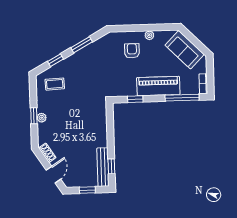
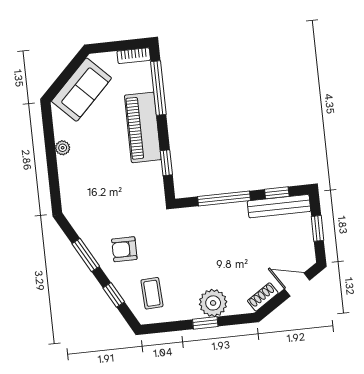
armchair: (132, 51) -> (124, 249), moved
plant: (42, 118) -> (213, 303), width x1.88, depth x1.88
window: (110, 133) -> (224, 198), added

